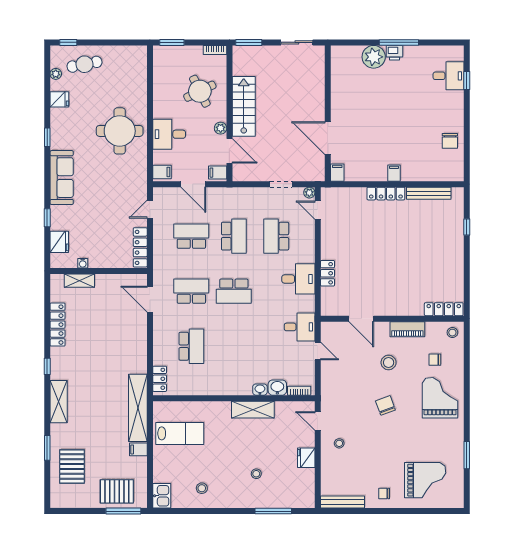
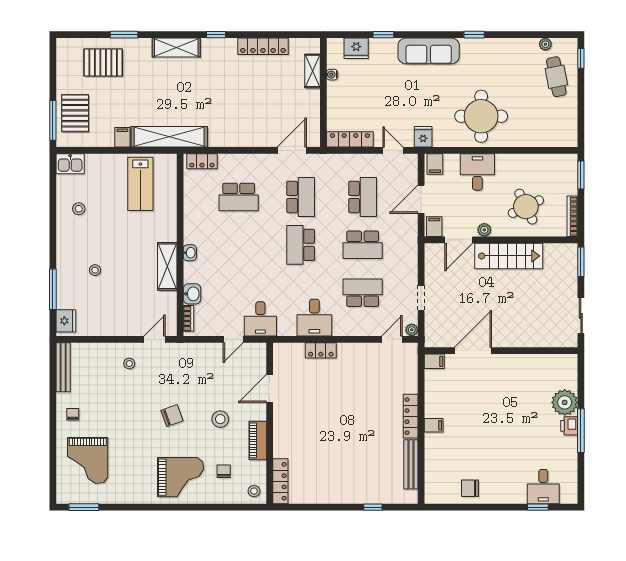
bookcase: (215, 50) -> (572, 216), width x1.56
fridge: (59, 99) -> (423, 137), moved, turned 180
washbasin: (260, 390) -> (190, 253), moved
window: (467, 455) -> (84, 507), moved
fridge: (306, 458) -> (66, 321), moved, turned 90

